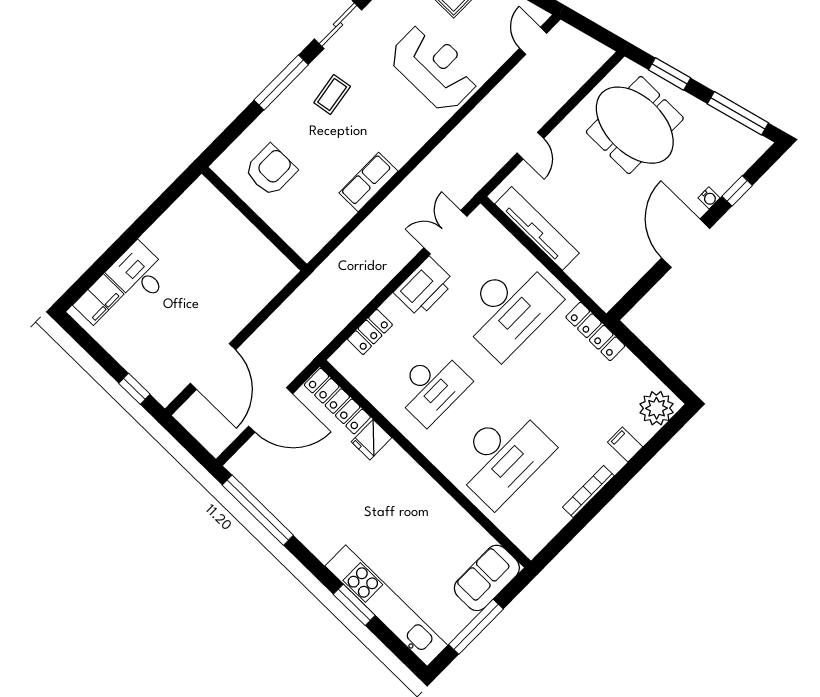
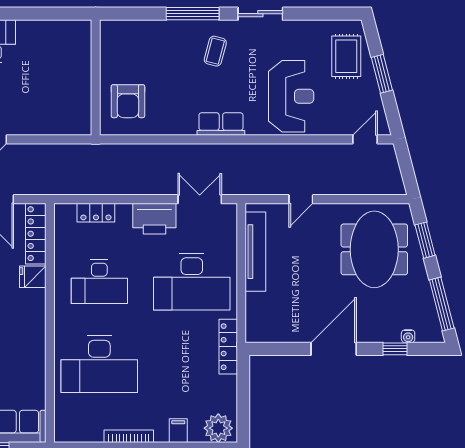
coffee table: (332, 95) -> (215, 51), turned -66
armchair: (271, 170) -> (128, 101), moved, turned 90
row of seats: (368, 182) -> (221, 124), moved
water cooler: (709, 198) -> (408, 336), moved

